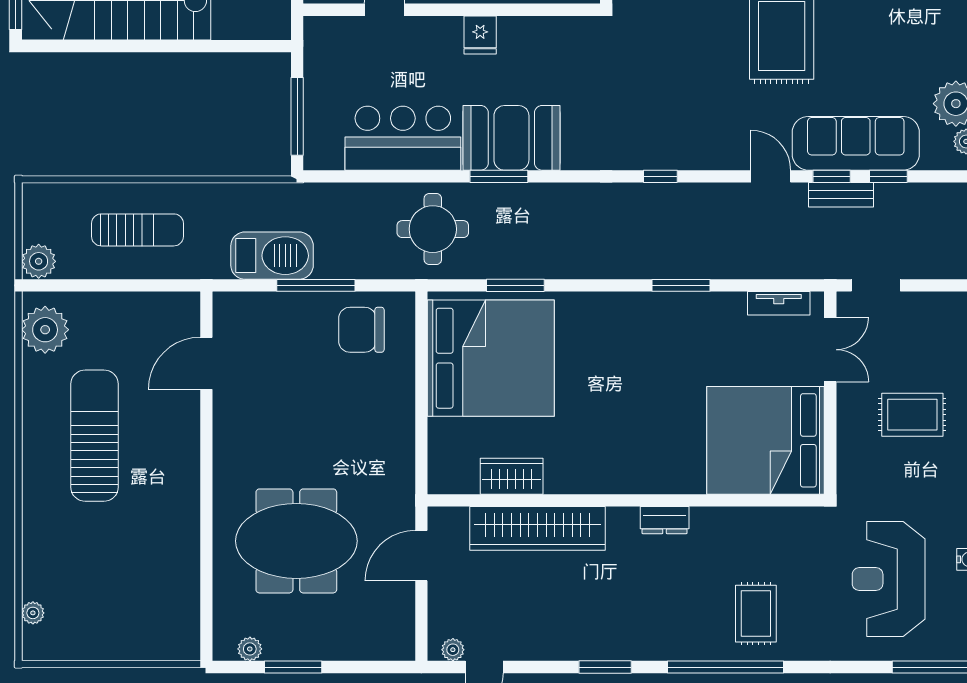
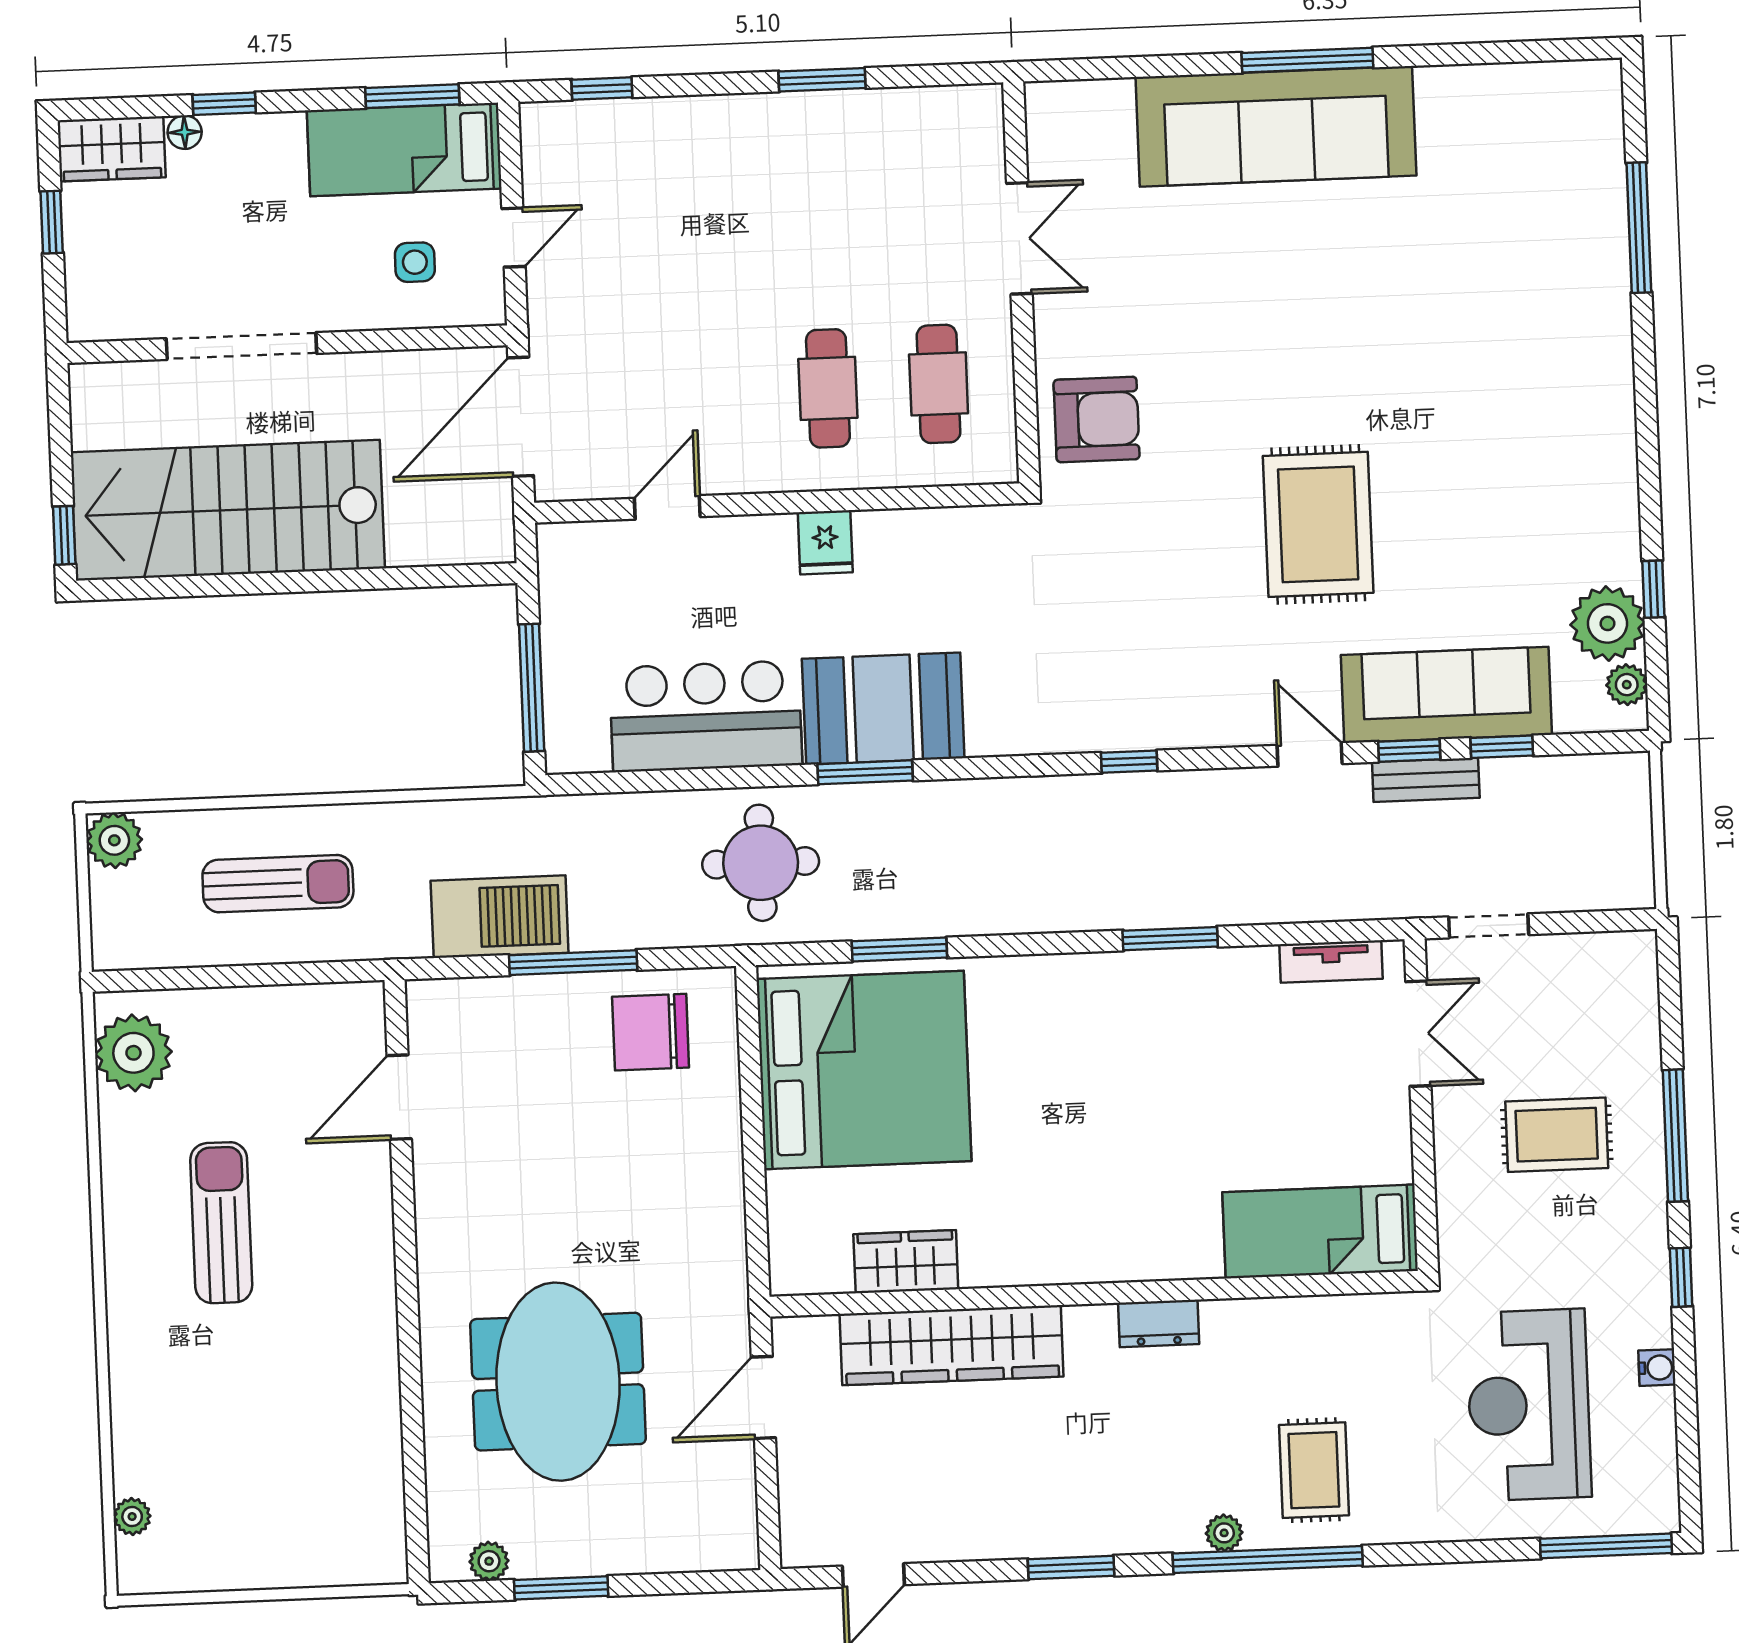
plant: (39, 261) -> (114, 840), moved
sun lounger: (95, 436) -> (221, 1223), width x0.73, depth x0.75
bed: (766, 440) -> (1320, 1231), width x0.49
meeting table: (296, 541) -> (558, 1382), turned 90
plant: (453, 650) -> (1224, 1533), moved

